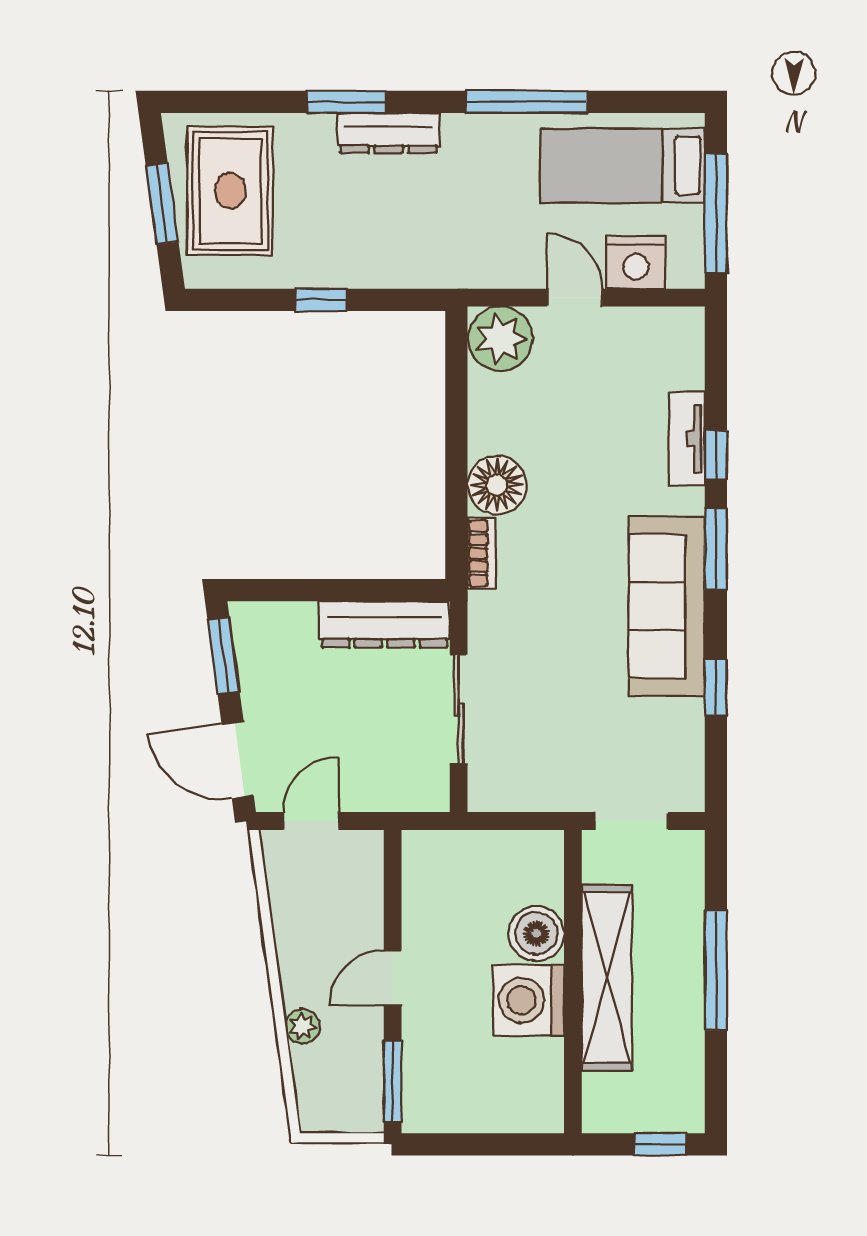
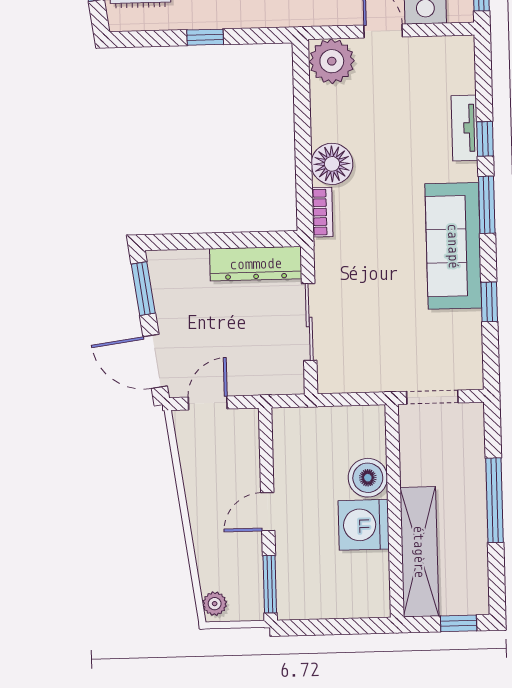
shelving: (607, 977) -> (419, 552), moved
plant: (302, 1026) -> (215, 604), moved

